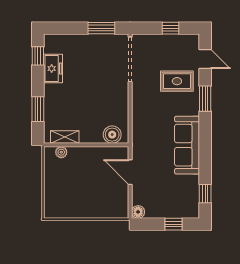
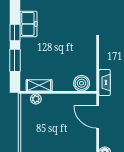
window: (38, 56) -> (15, 33), moved
fireplace: (138, 134) -> (105, 83), added

